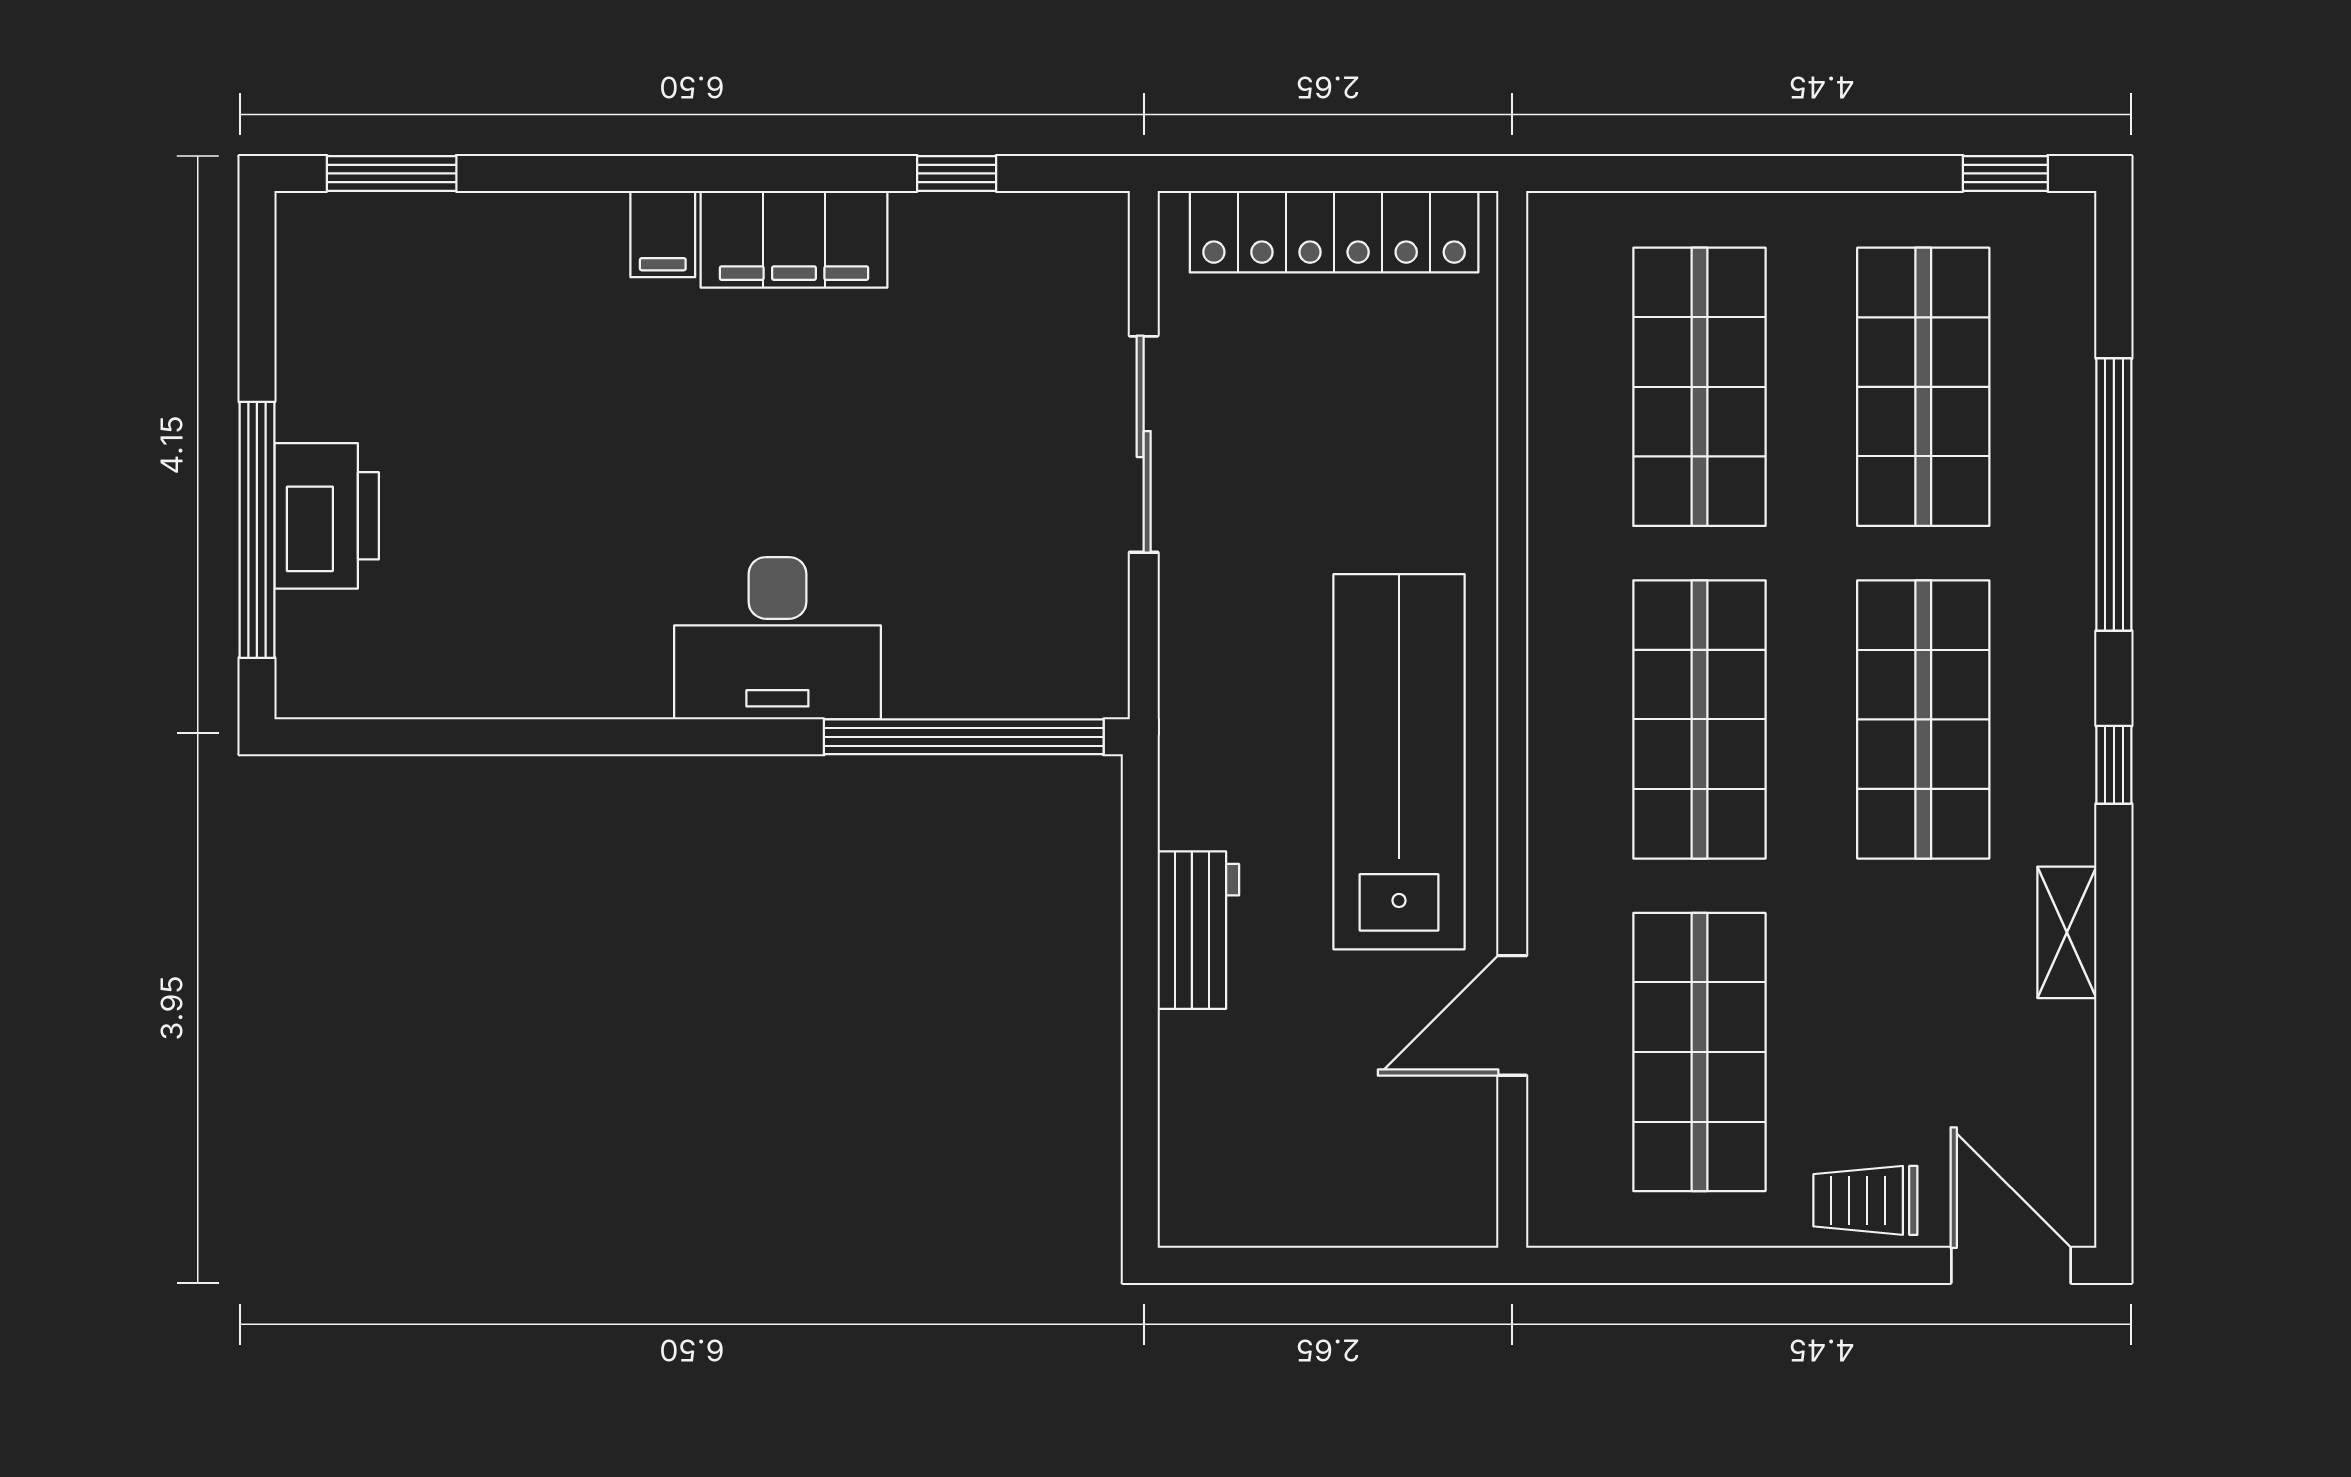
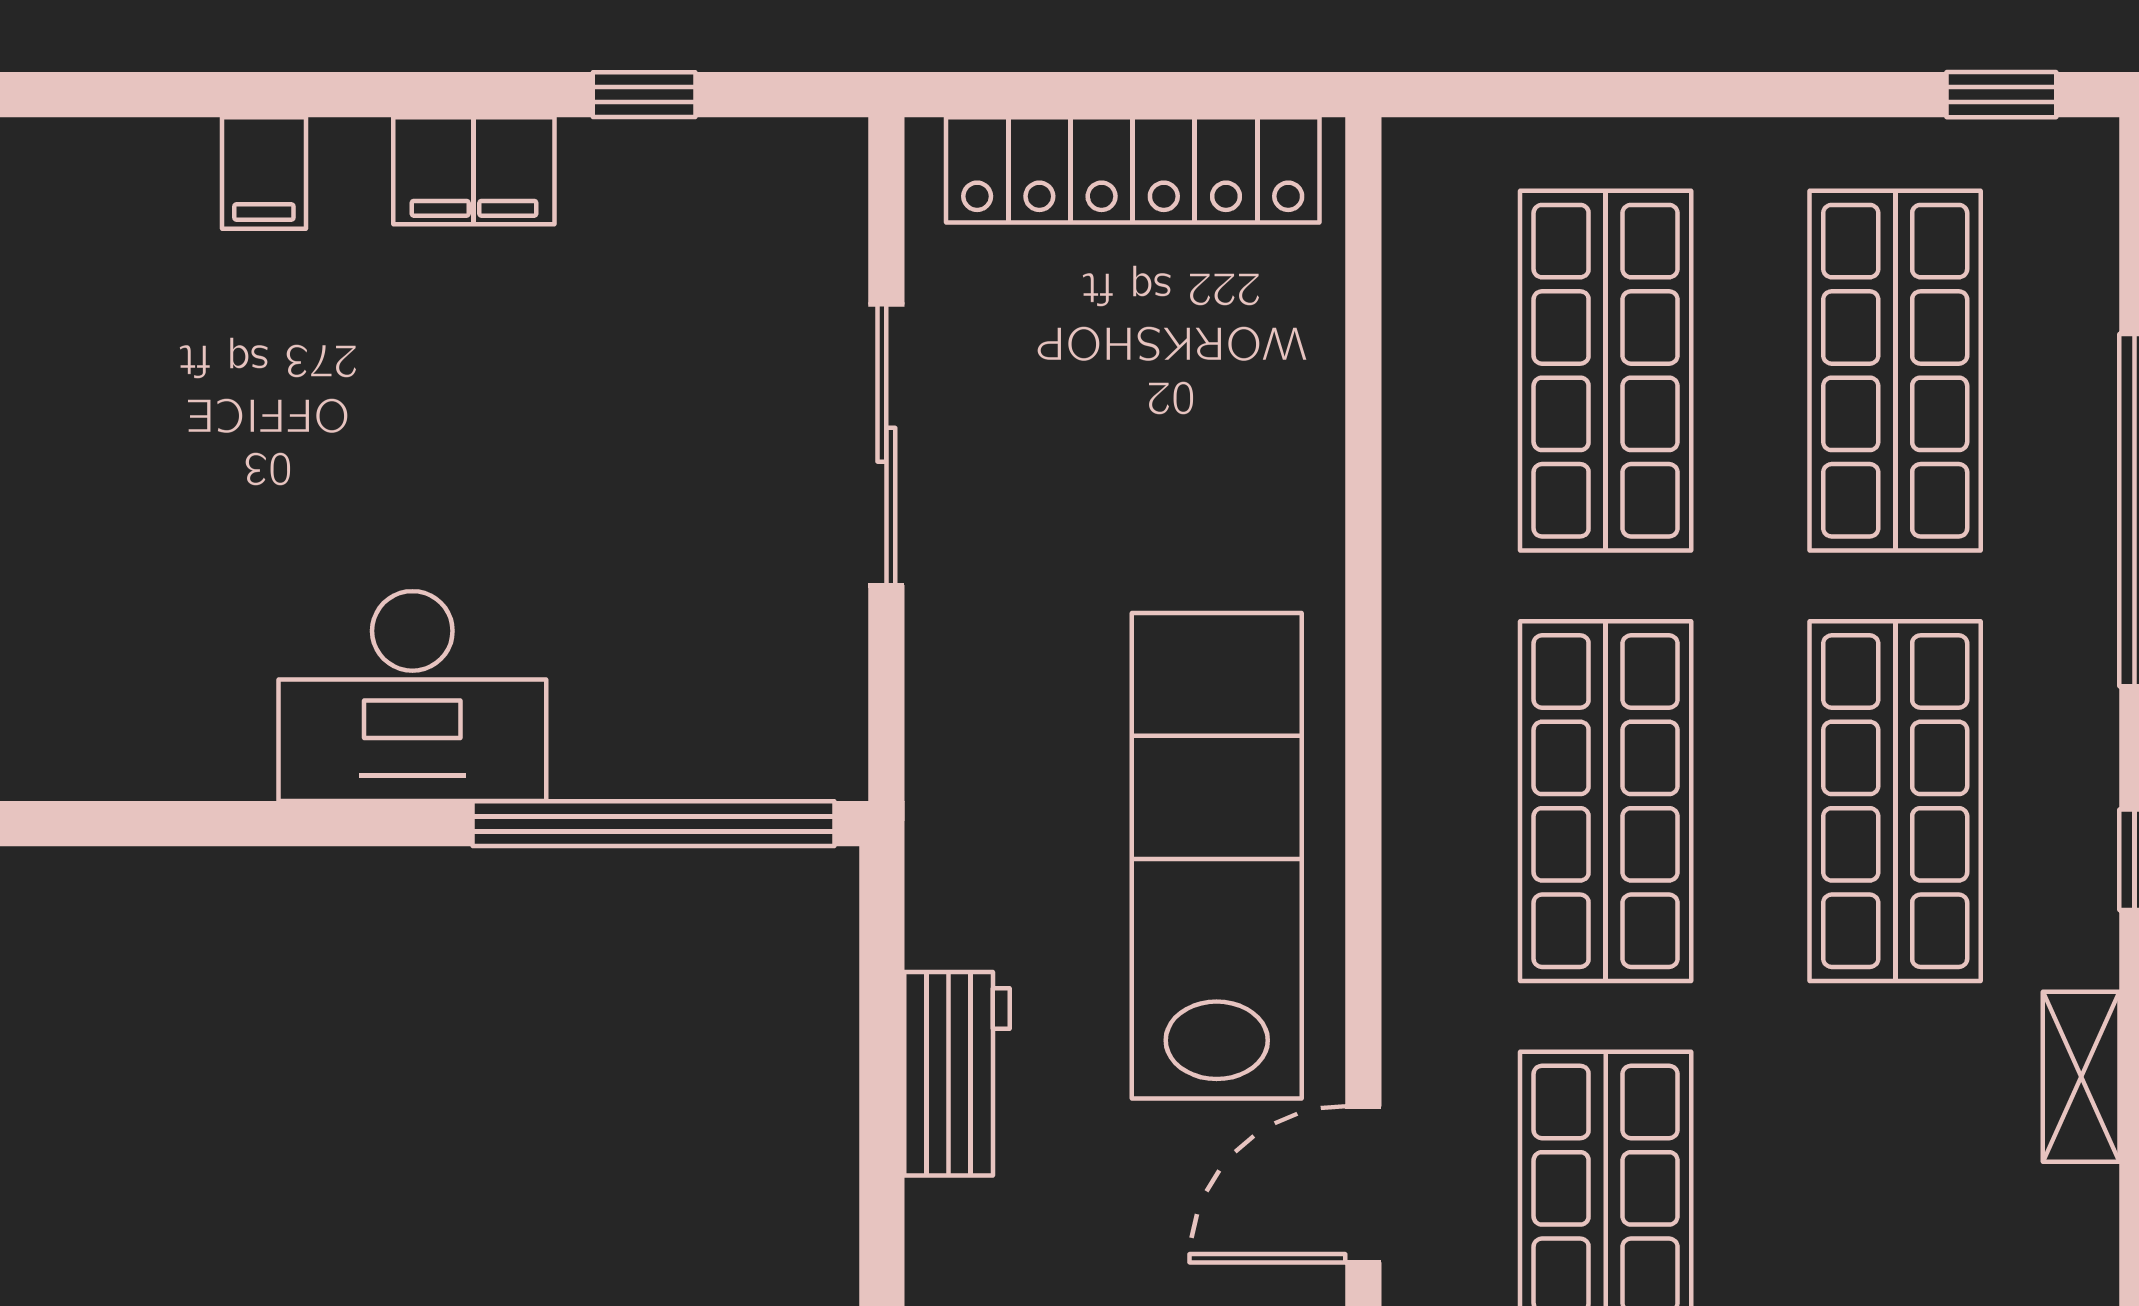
filing cabinet: (794, 239) -> (474, 171), width x0.67, depth x0.86

